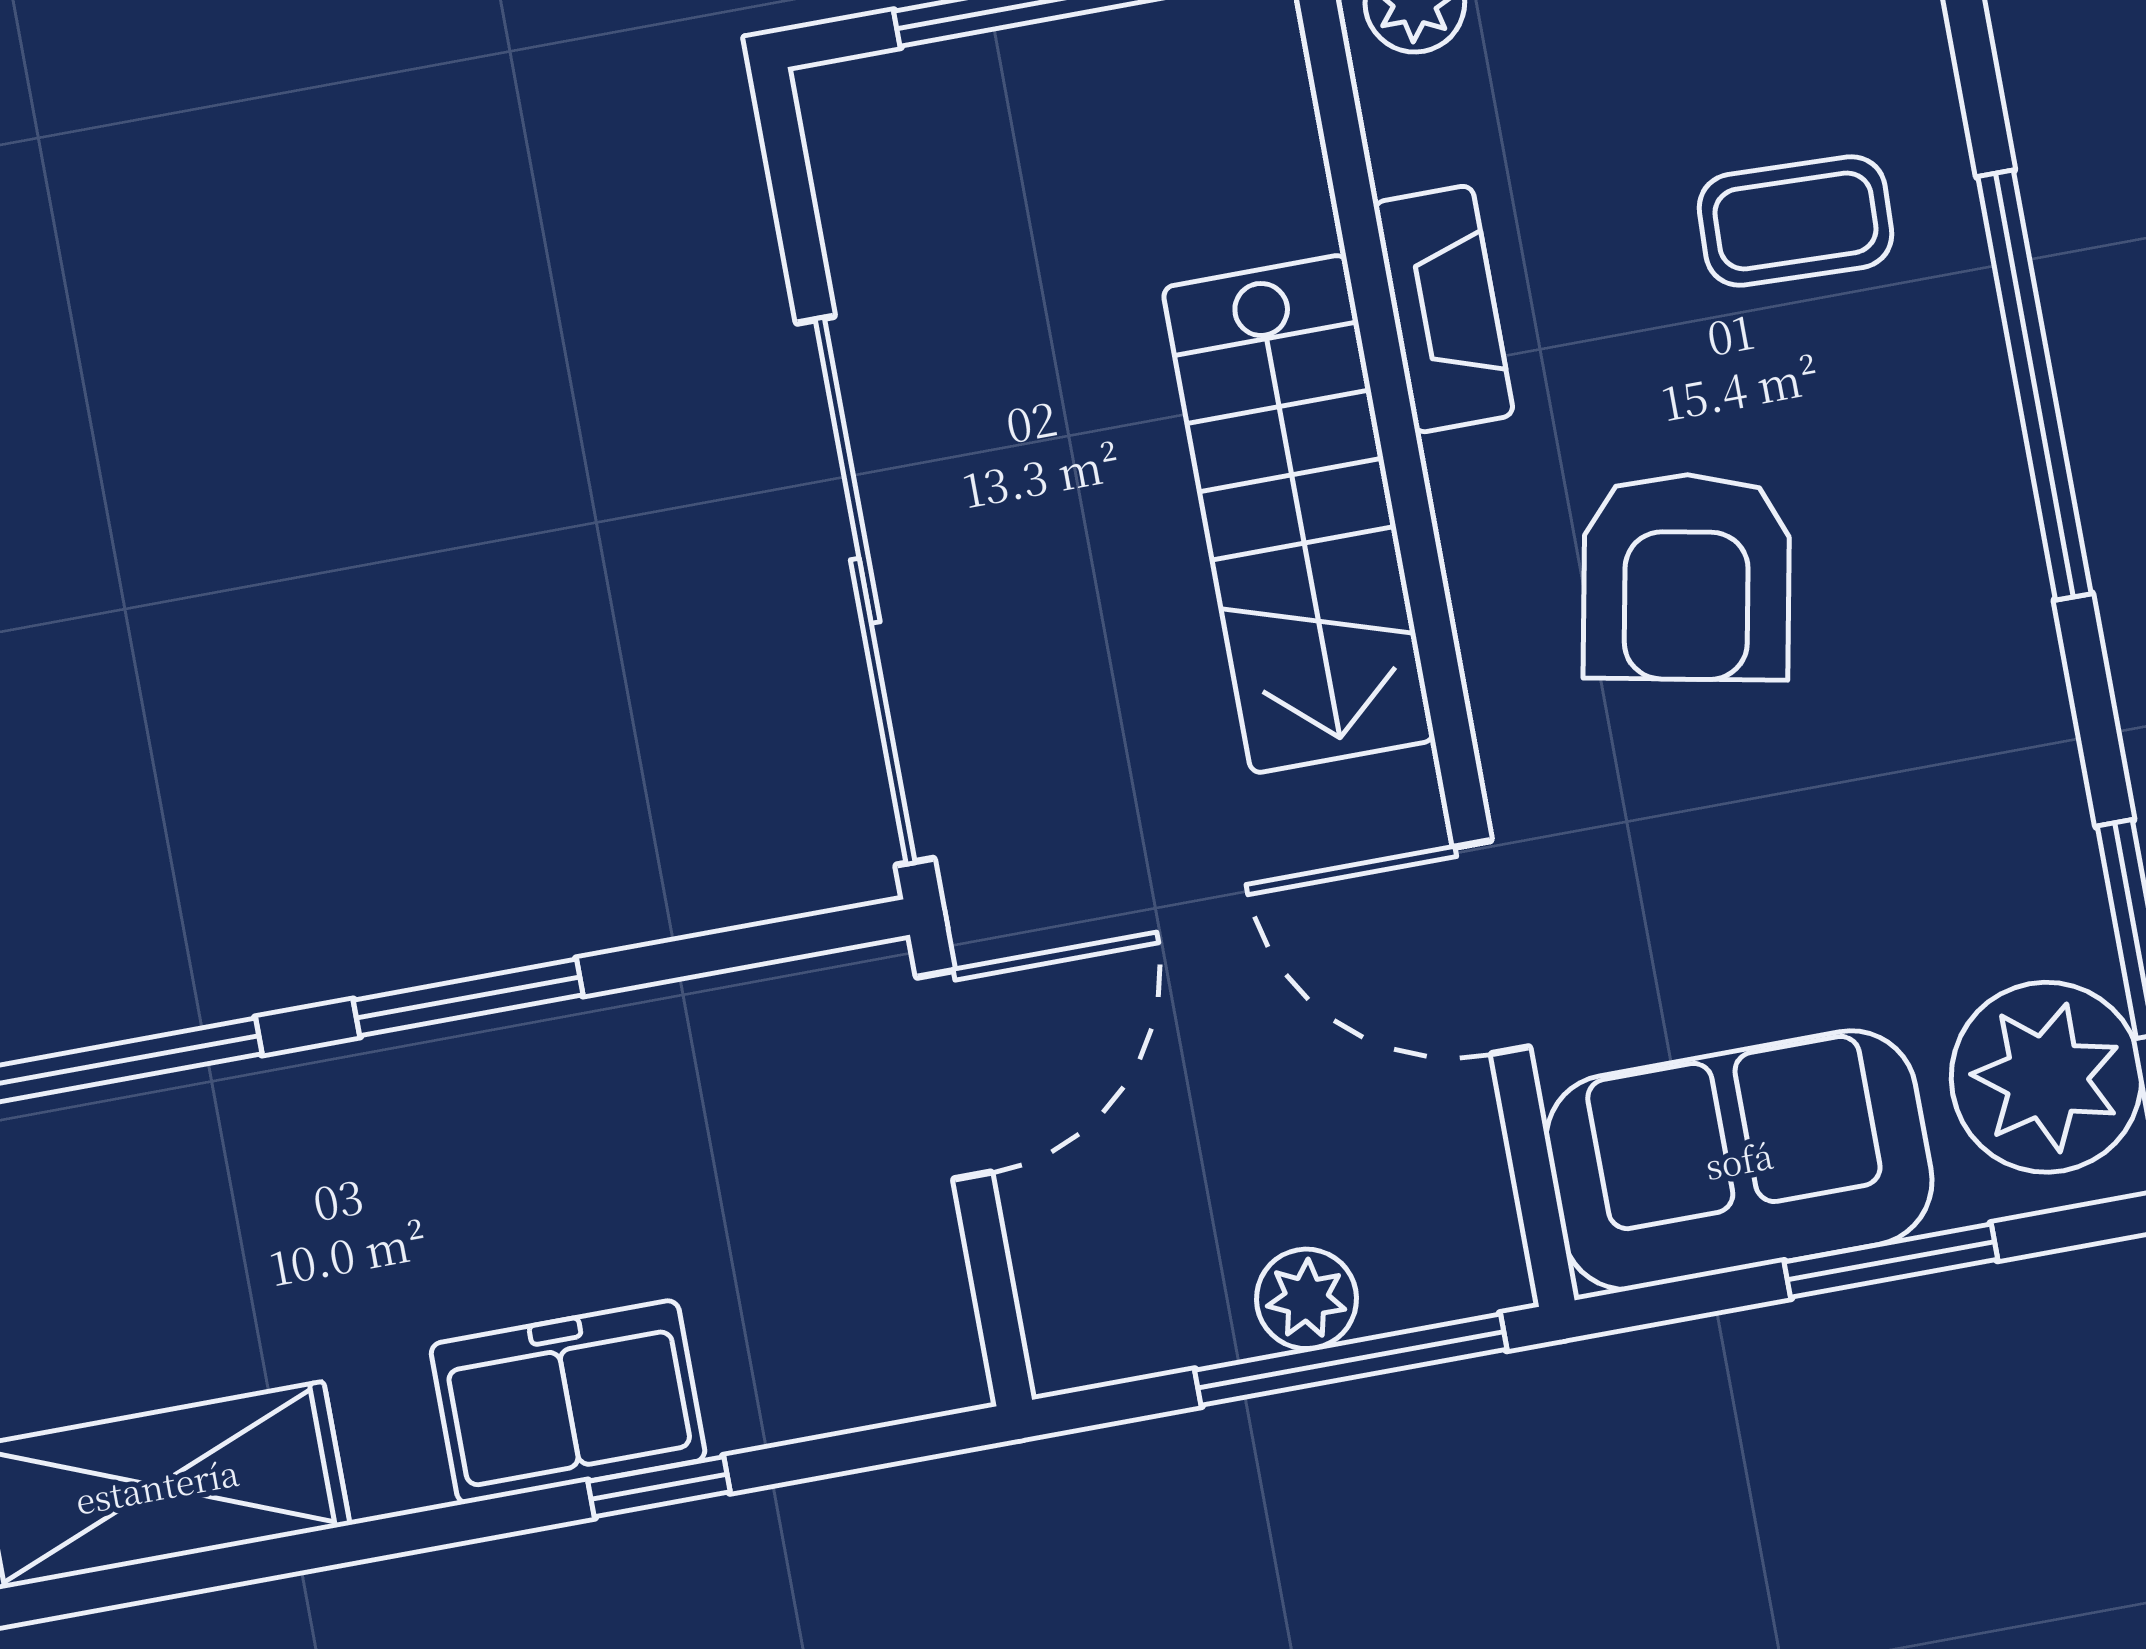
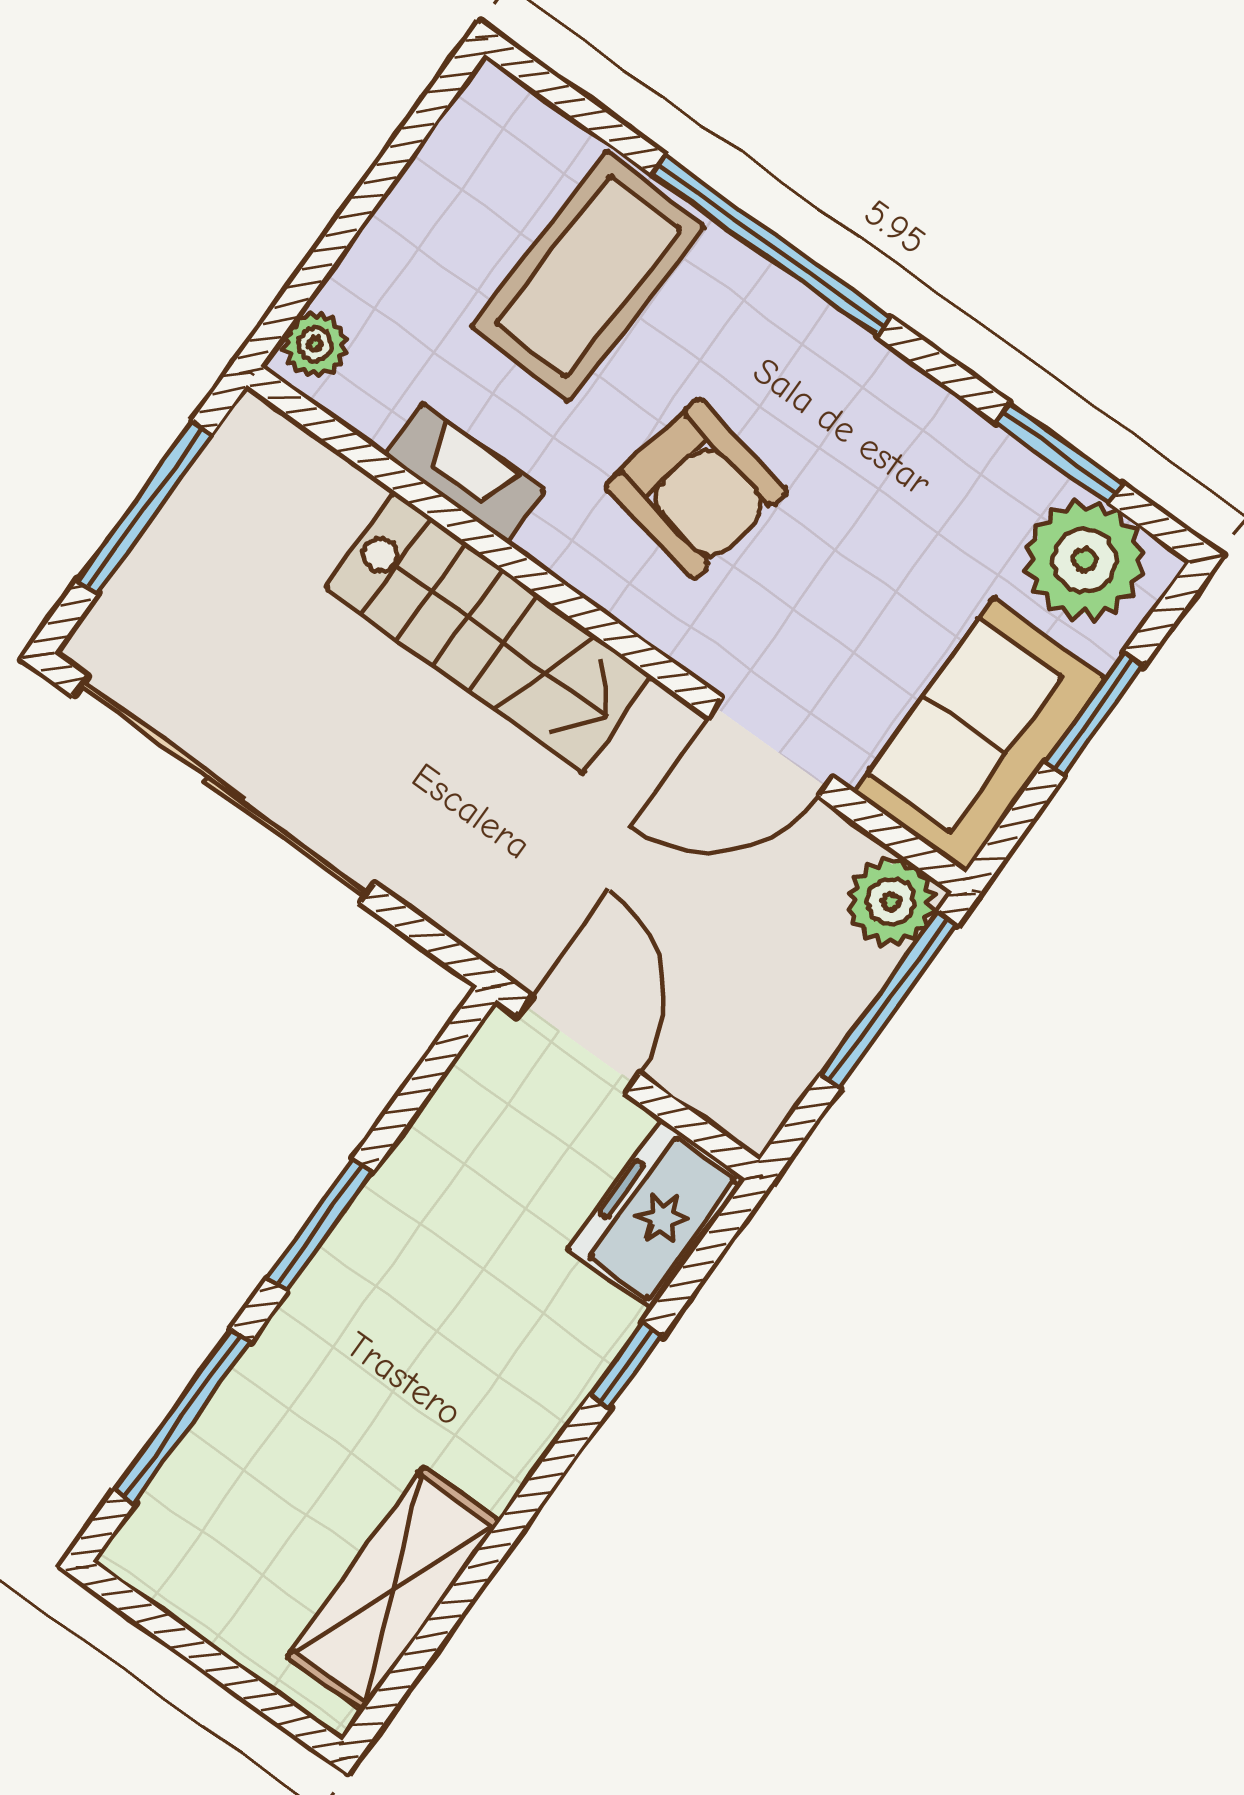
coffee table: (1795, 221) -> (588, 276), width x1.86, depth x1.72
sliding door: (865, 591) -> (224, 790), moved
plant: (1306, 1299) -> (891, 902), moved, width x1.38, depth x1.38
freezer: (568, 1402) -> (656, 1214), moved

